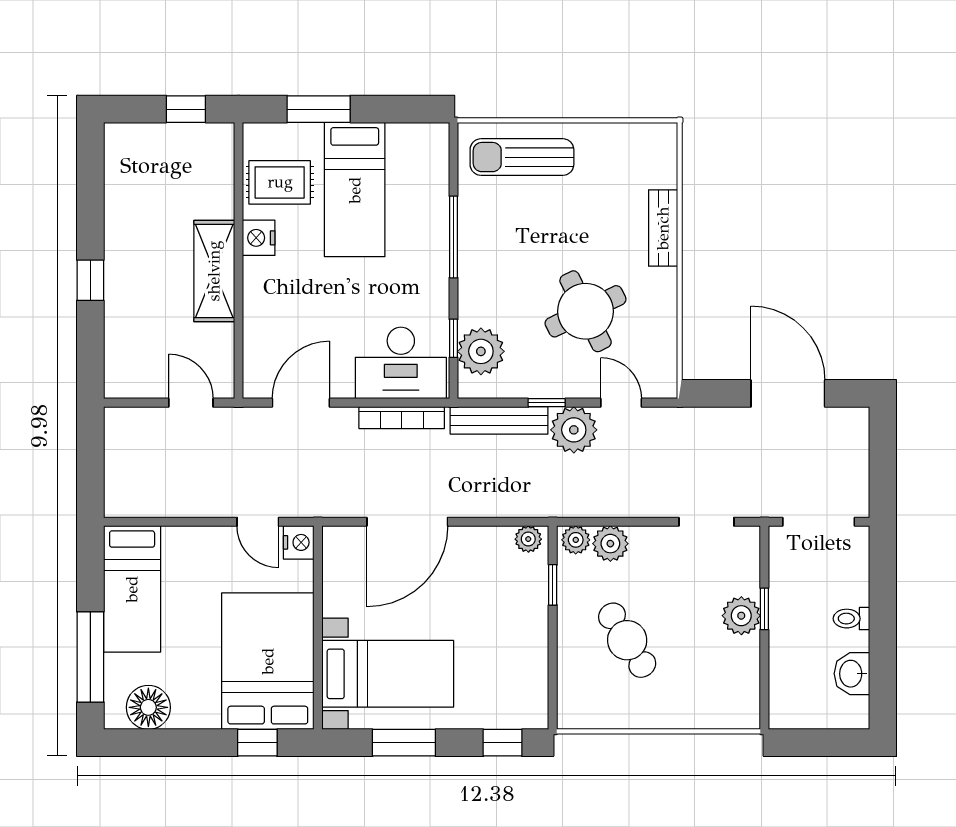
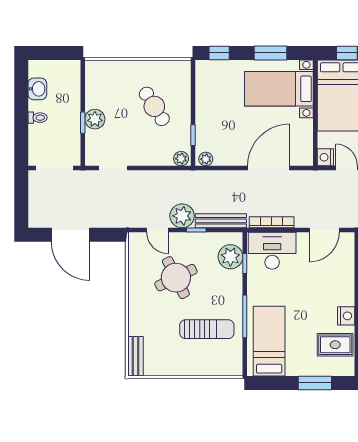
sun lounger: (522, 157) -> (207, 329), moved
bed: (355, 190) -> (269, 341), moved
bench: (663, 228) -> (136, 356), moved
plant: (610, 544) -> (163, 157), removed

